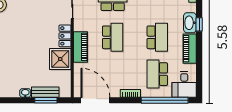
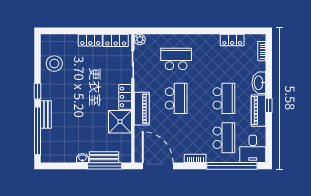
window: (199, 24) -> (269, 105), moved
school desk: (157, 74) -> (224, 138), turned 180
window: (46, 100) -> (105, 166), width x1.44

